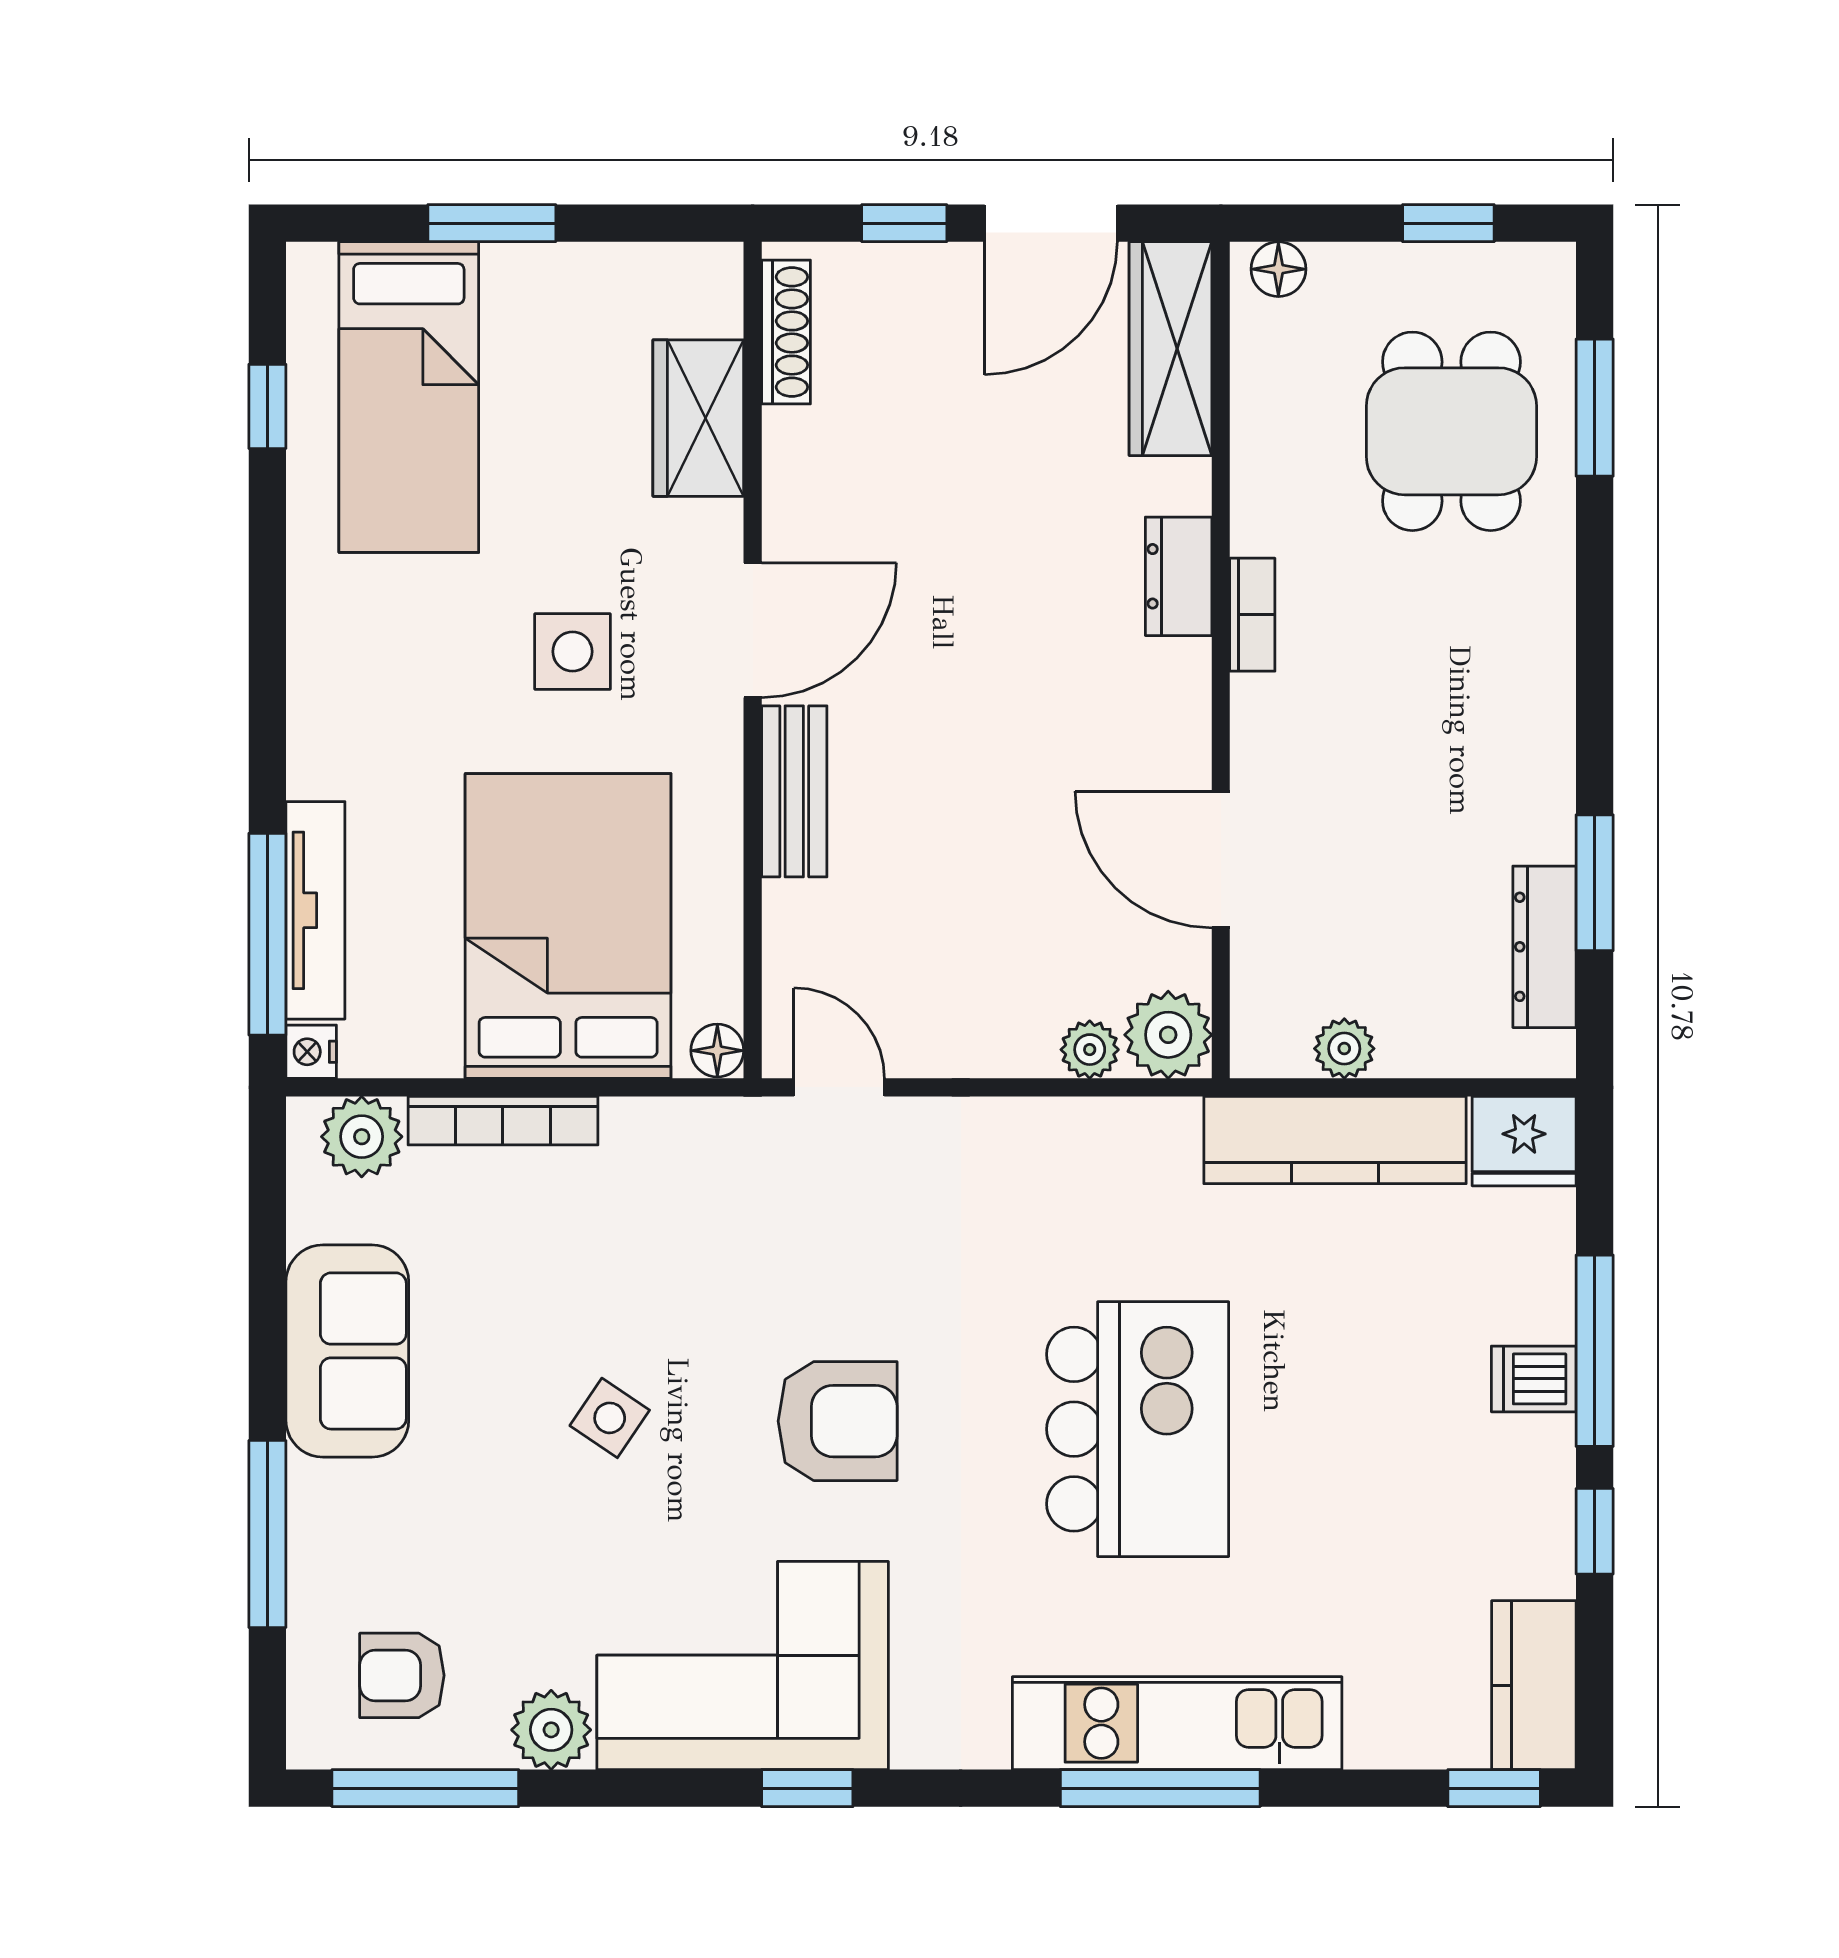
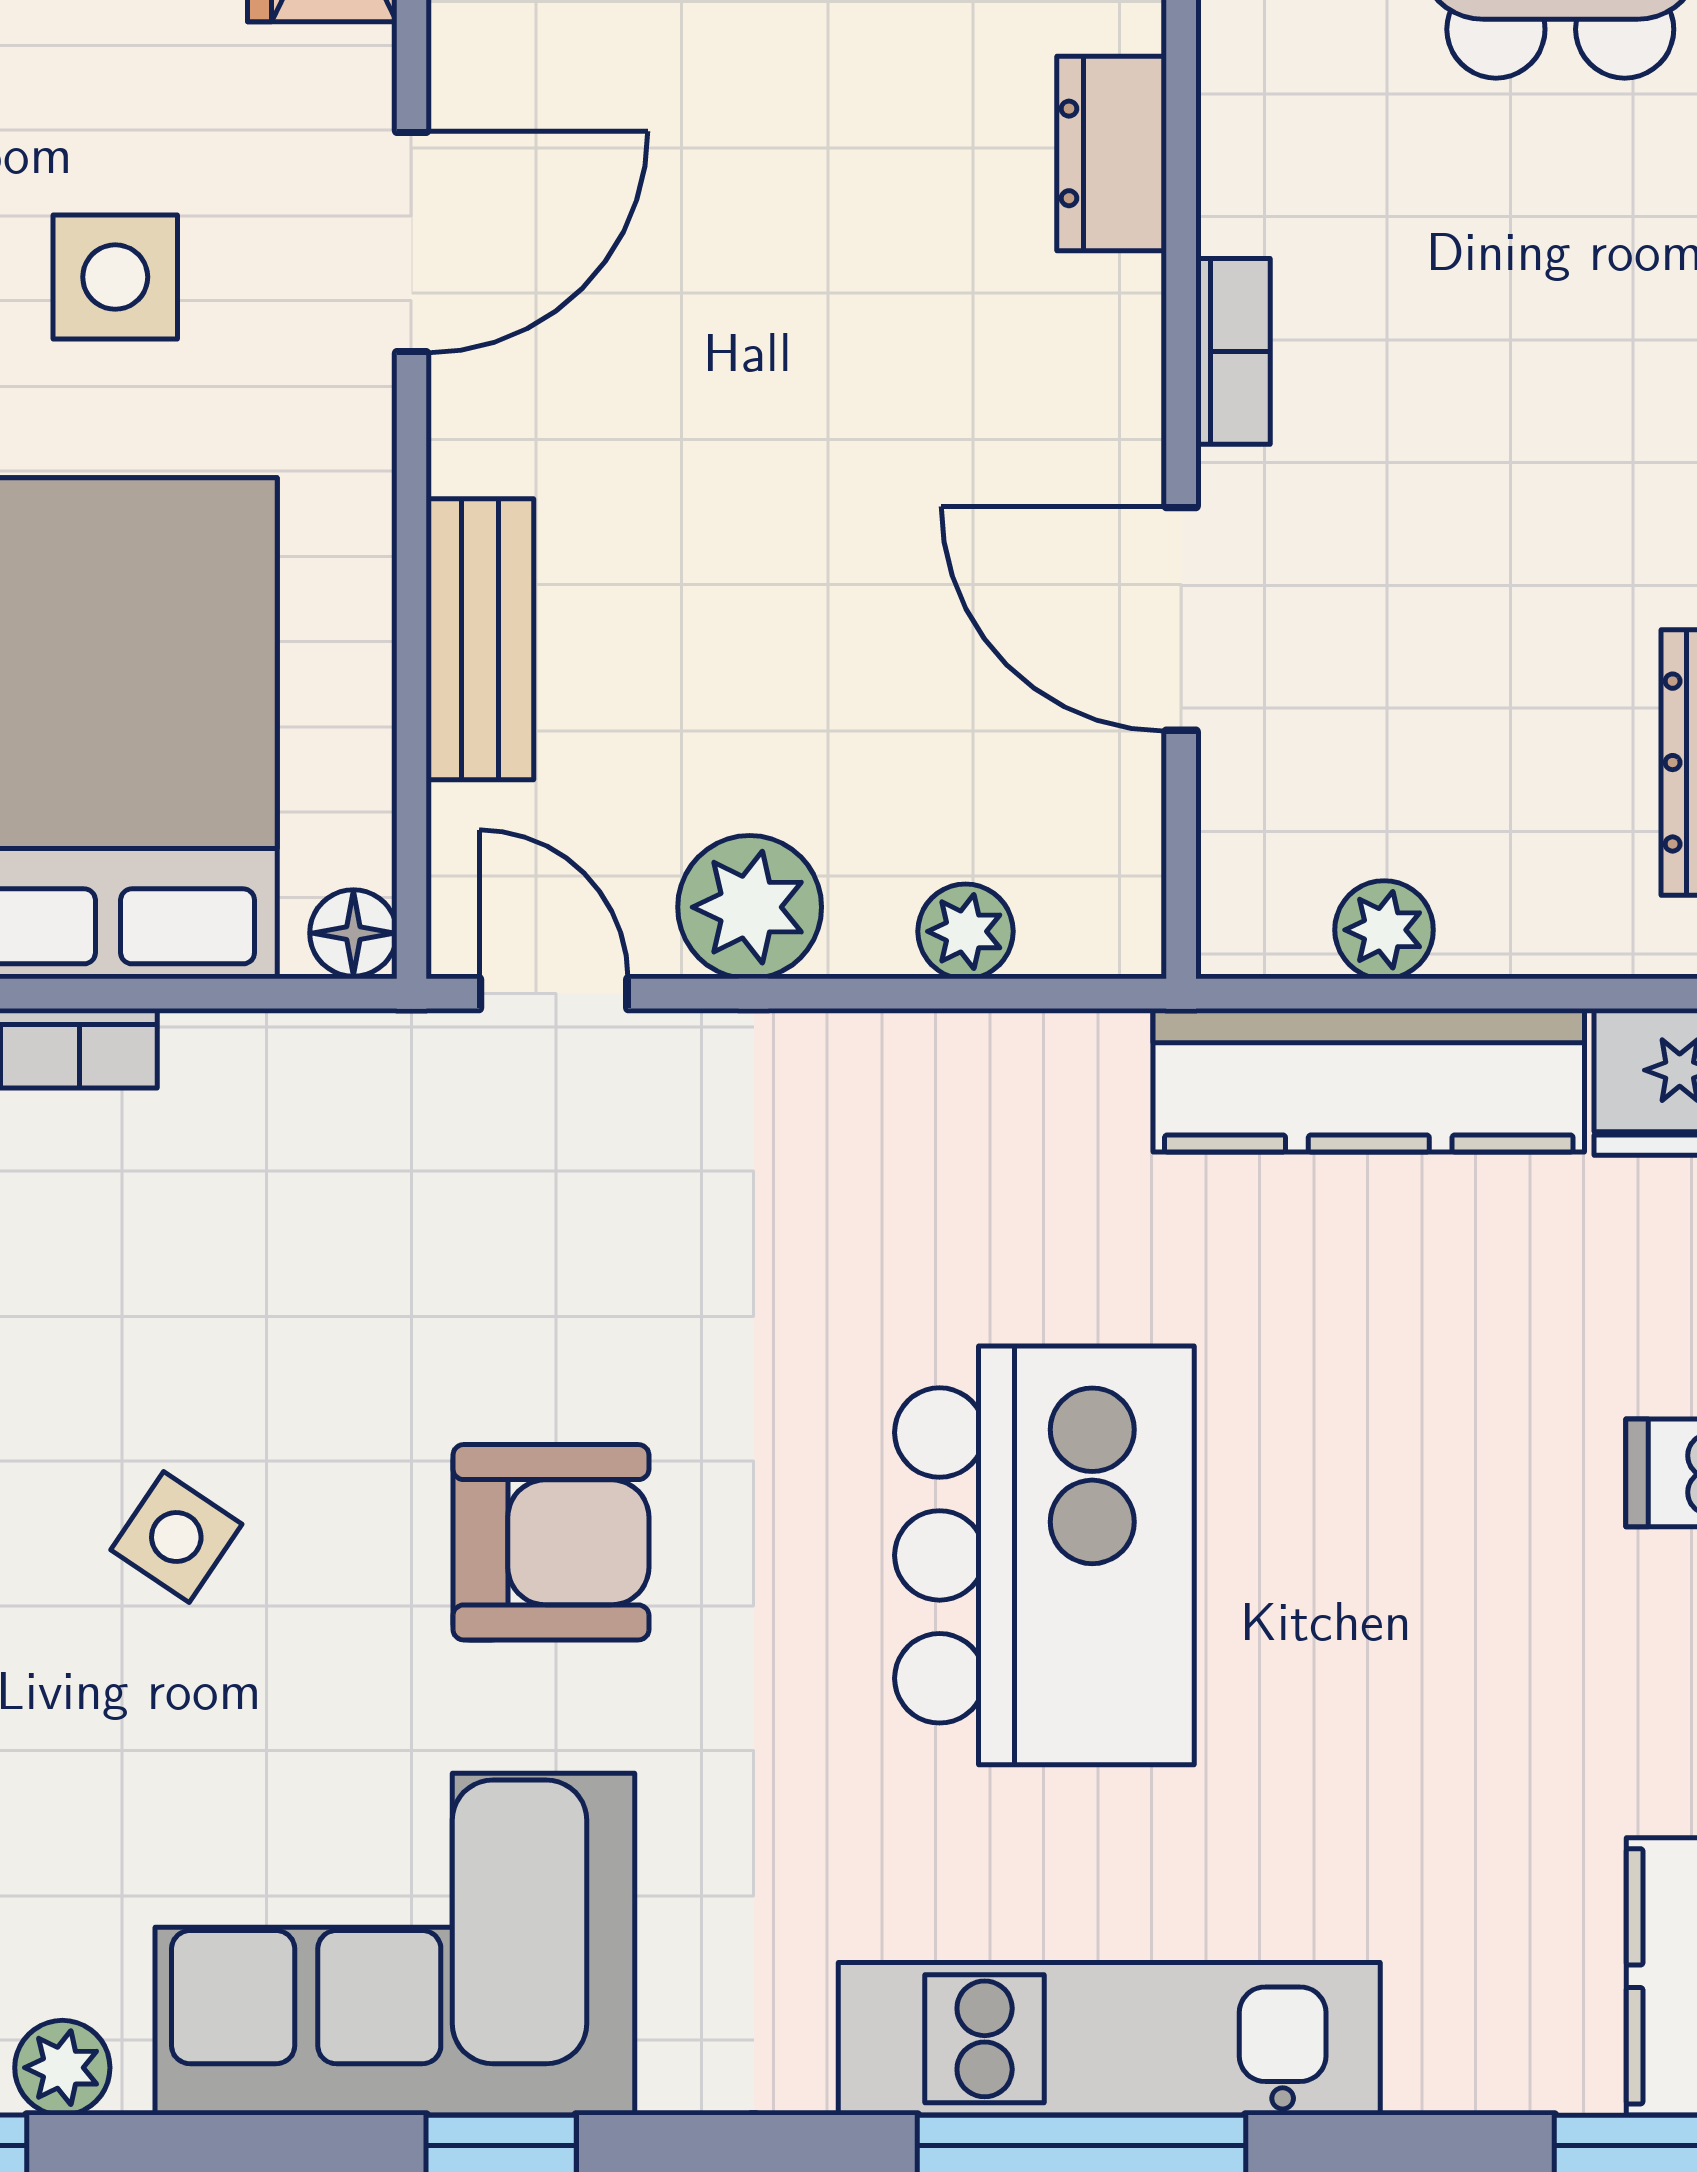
bookcase: (1252, 615) -> (1233, 351), moved
bench: (794, 791) -> (480, 639), moved
plant: (1168, 1035) -> (750, 907), moved
plant: (551, 1730) -> (62, 2068), width x0.73, depth x0.73

